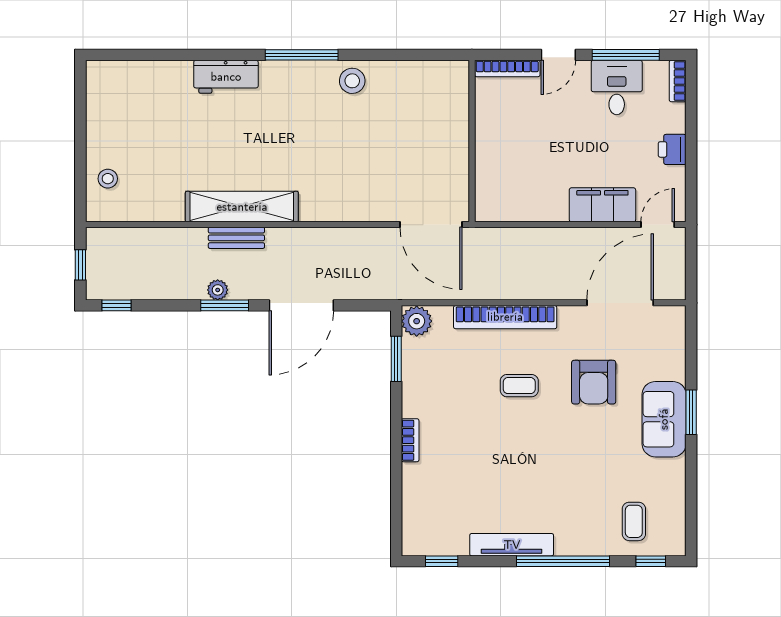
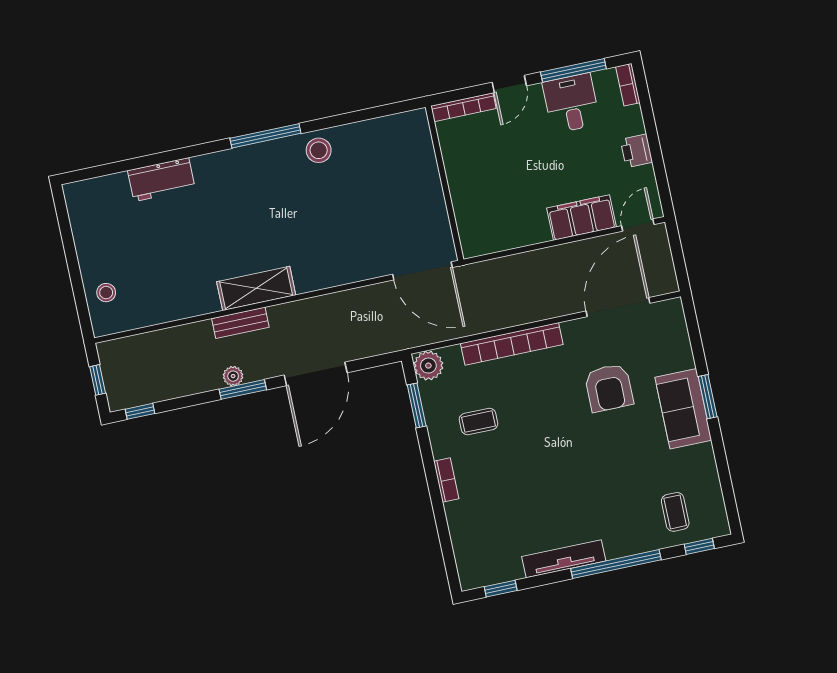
workbench: (226, 77) -> (161, 180), moved
shelving: (242, 207) -> (256, 288), width x0.68
coffee table: (519, 386) -> (478, 422), moved

